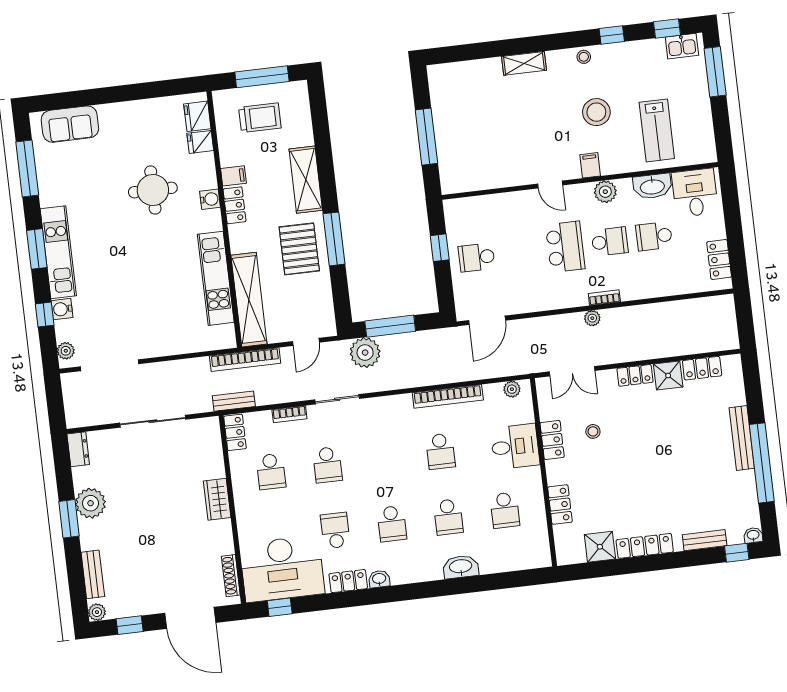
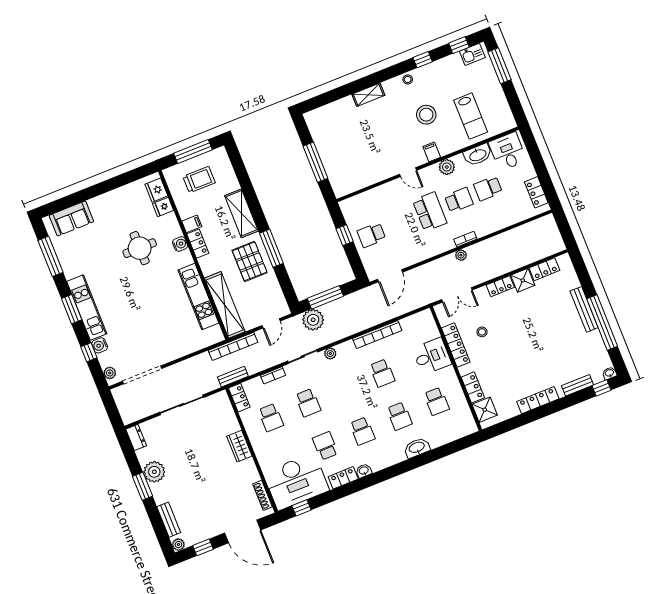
plant: (512, 389) -> (330, 354), moved
locker: (552, 440) -> (456, 345), width x1.53
shower: (600, 547) -> (485, 410), moved

